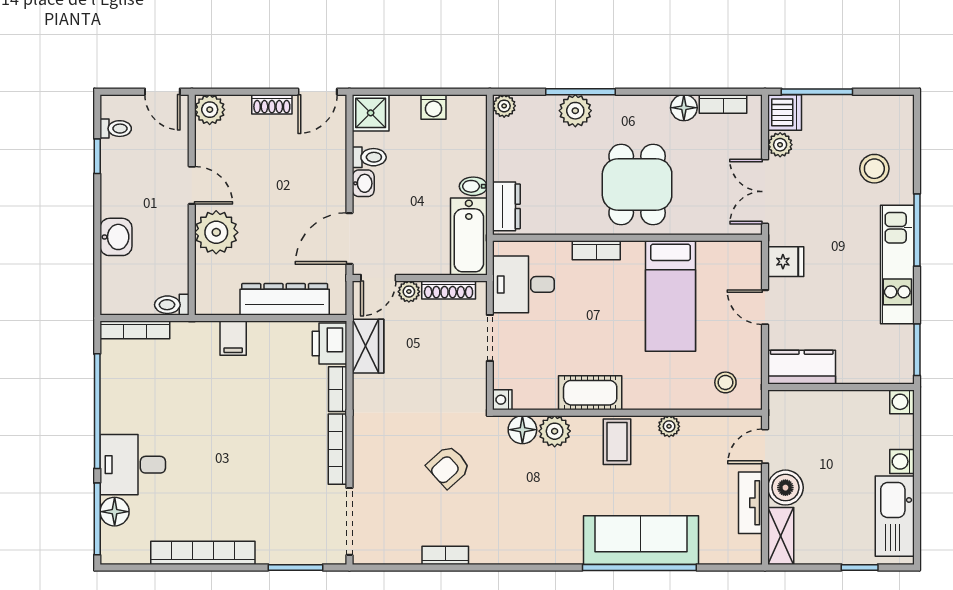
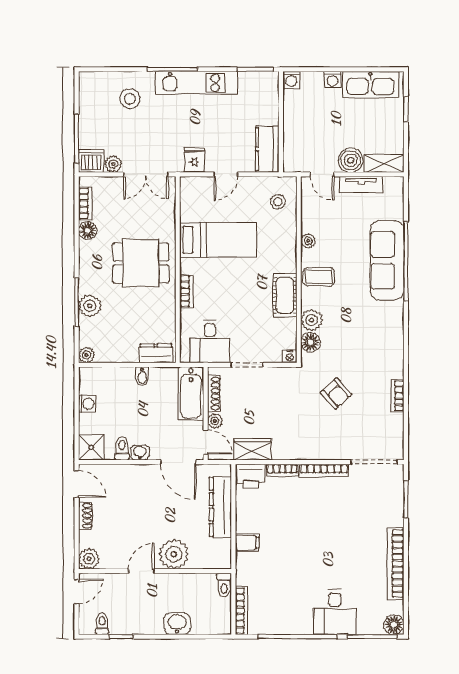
bathtub: (469, 236) -> (191, 394), moved, turned 90
floor lamp: (115, 512) -> (394, 625), moved

